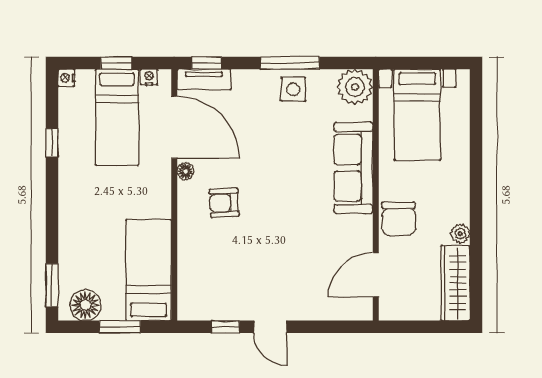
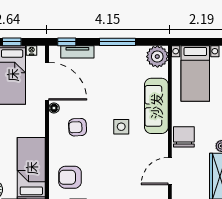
tv unit: (204, 79) -> (77, 52), moved
side table: (293, 89) -> (121, 127), moved
chair: (399, 219) -> (184, 137), turned 180
armchair: (212, 285) -> (70, 177), added

